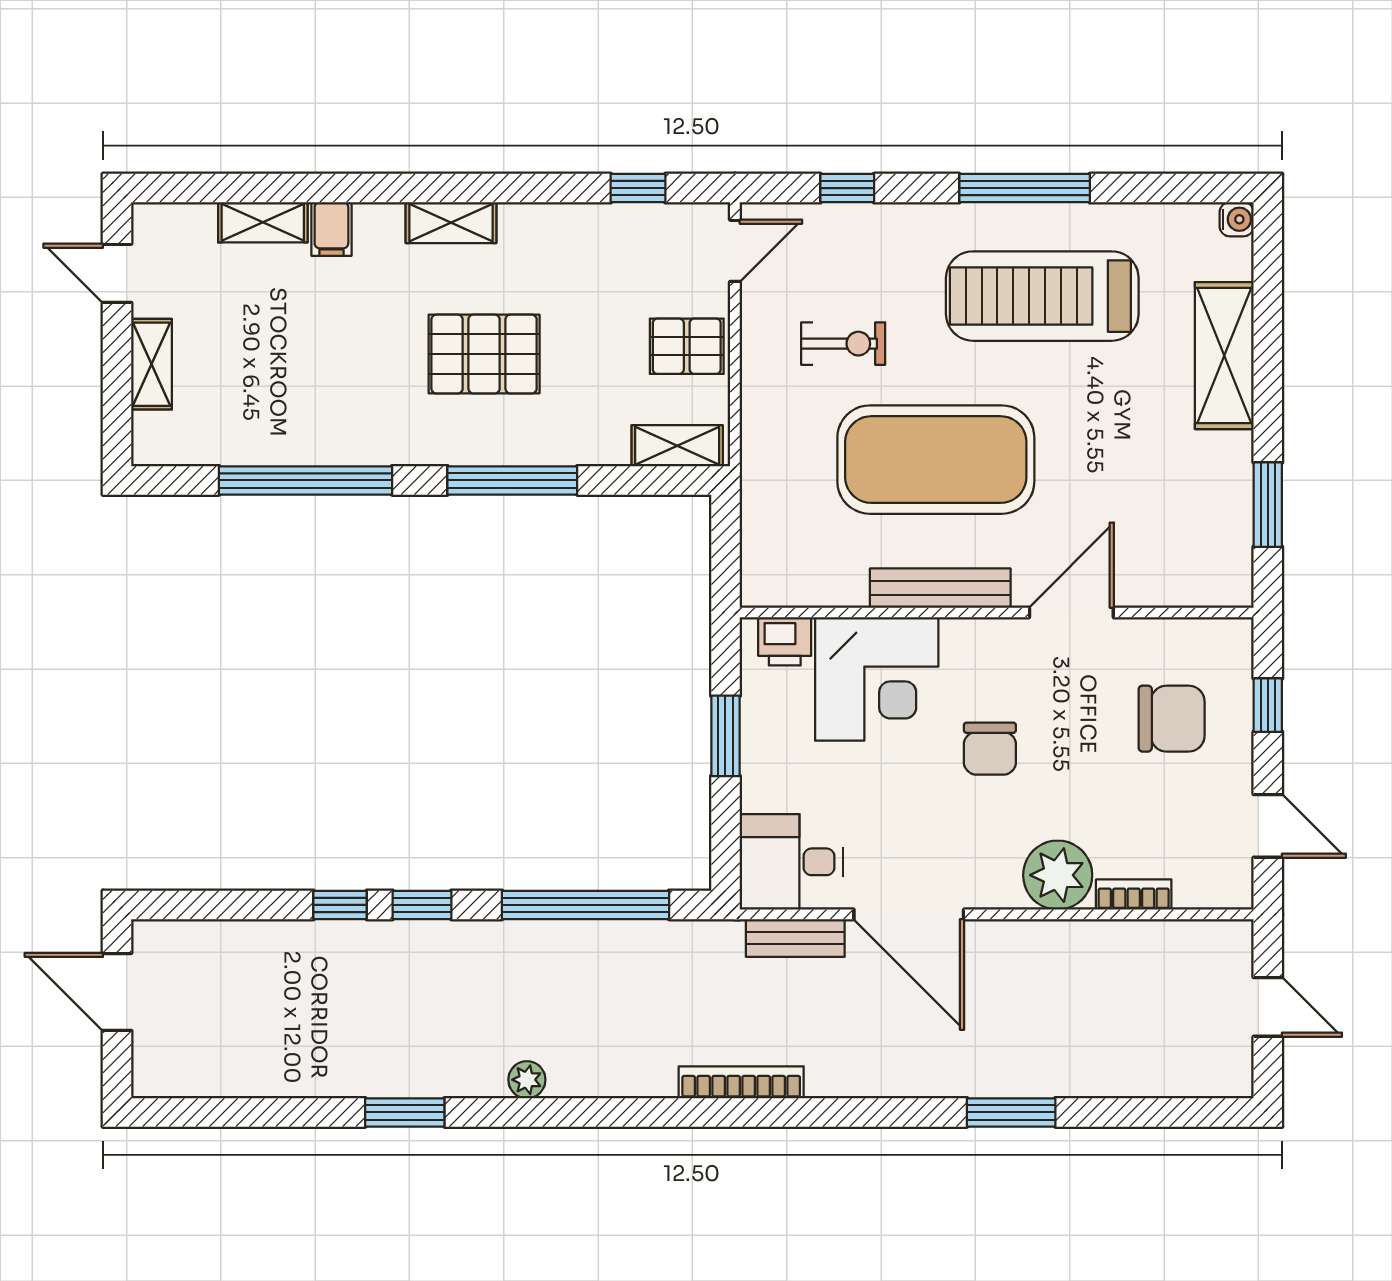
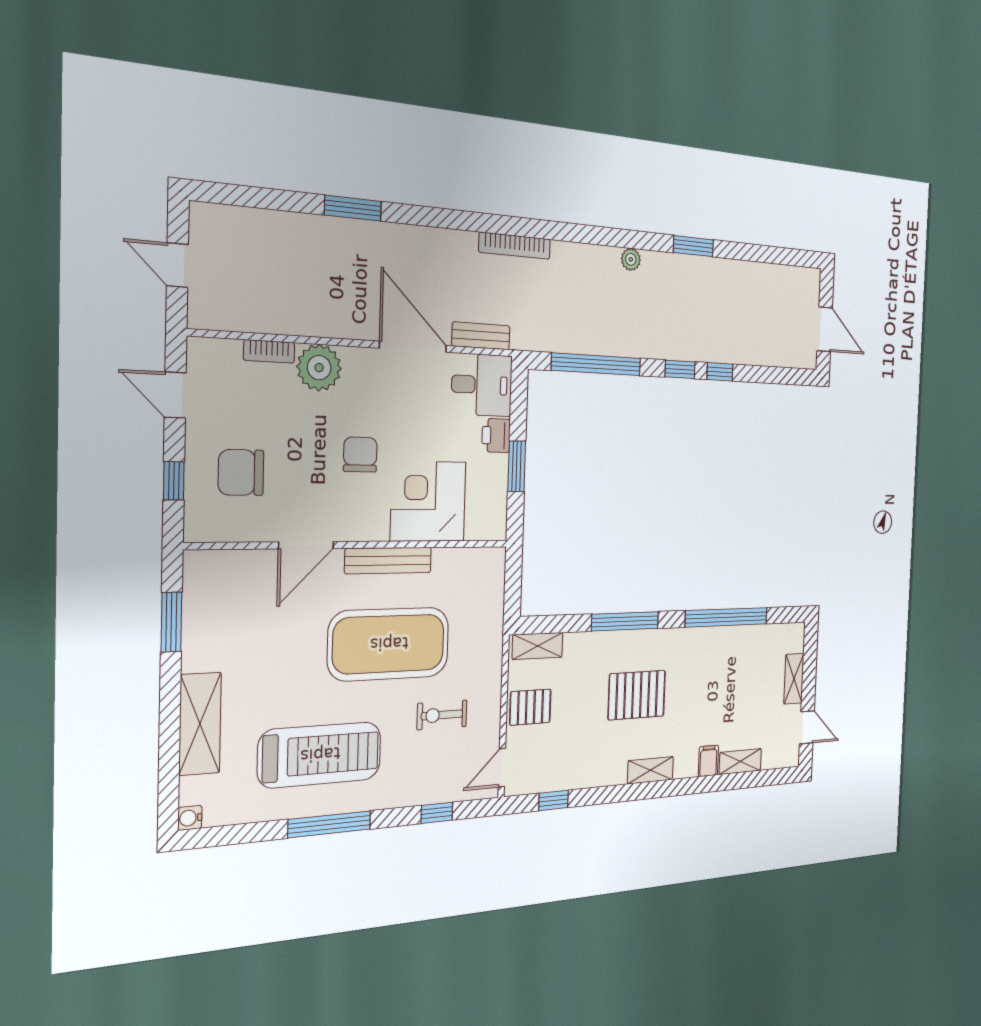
printer: (785, 641) -> (496, 435), moved, turned -90

